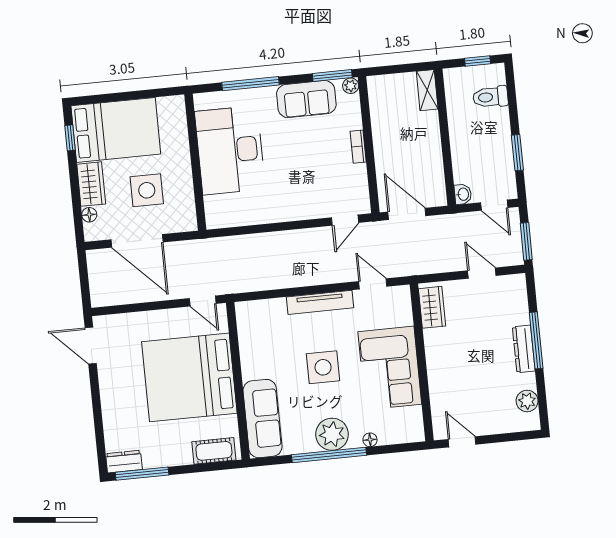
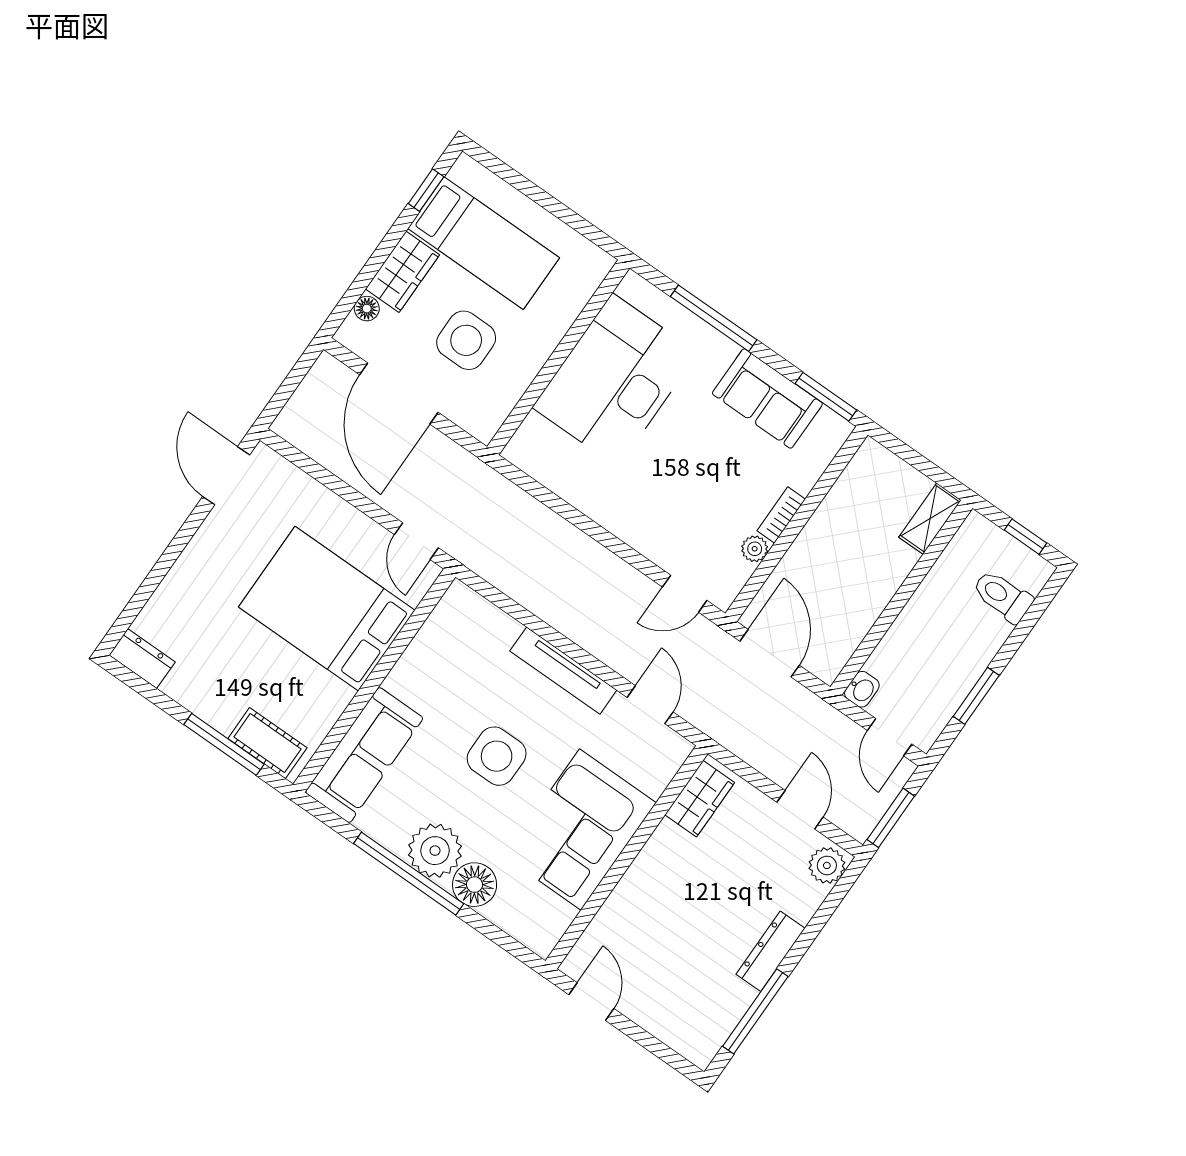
plant: (351, 86) -> (755, 549), moved
bed: (116, 130) -> (484, 243), width x0.67
window: (536, 340) -> (755, 1011), moved
bed: (189, 377) -> (327, 609), width x0.73
plant: (527, 401) -> (827, 865), moved
floor lamp: (370, 440) -> (475, 885), width x1.89, depth x1.89
window: (142, 474) -> (224, 744), moved

